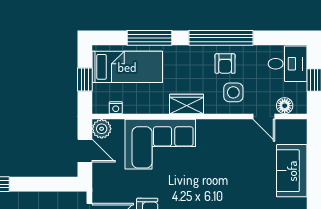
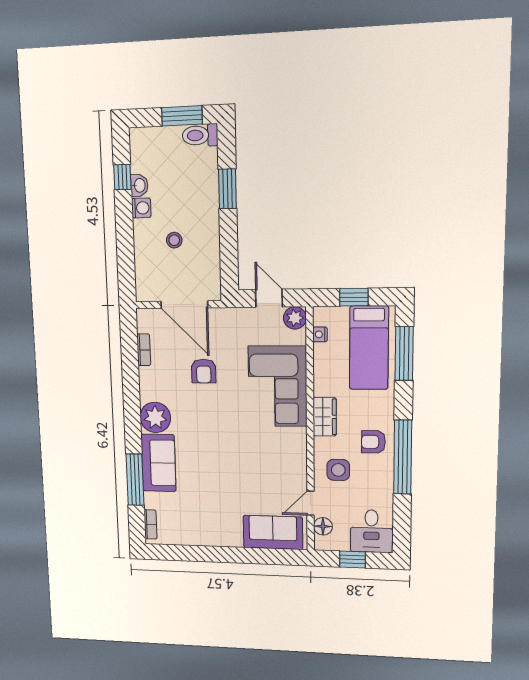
window: (149, 38) -> (404, 354), moved
armchair: (225, 64) -> (373, 442), moved
door: (85, 151) -> (269, 298), swing flipped
sofa: (292, 171) -> (273, 532), moved

